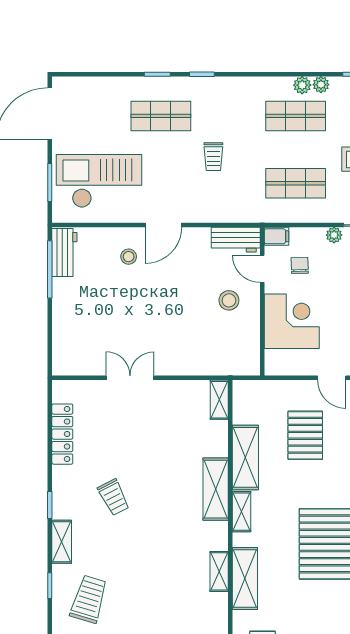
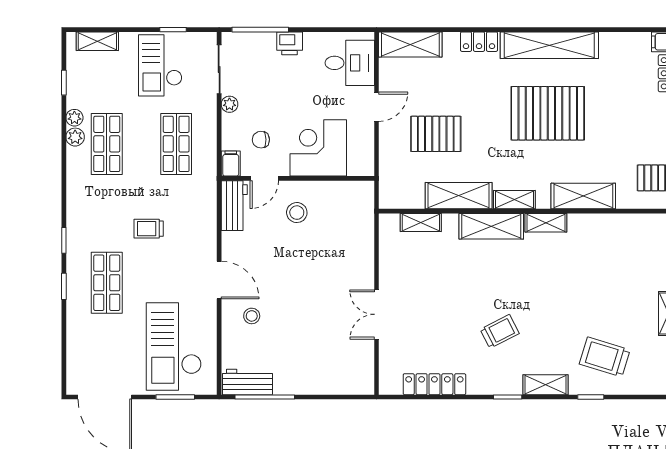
trolley: (213, 157) -> (149, 229), turned 180
shelving: (219, 400) -> (421, 222), moved
shelving: (219, 571) -> (546, 223), moved

